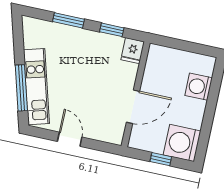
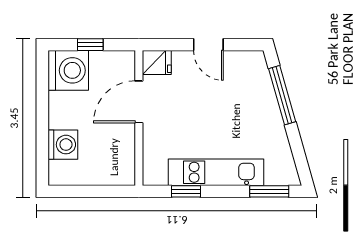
window: (69, 20) -> (269, 191), moved
fridge: (133, 51) -> (157, 62), moved, turned 90
kitchen unit: (36, 87) -> (216, 172), moved, turned 106

